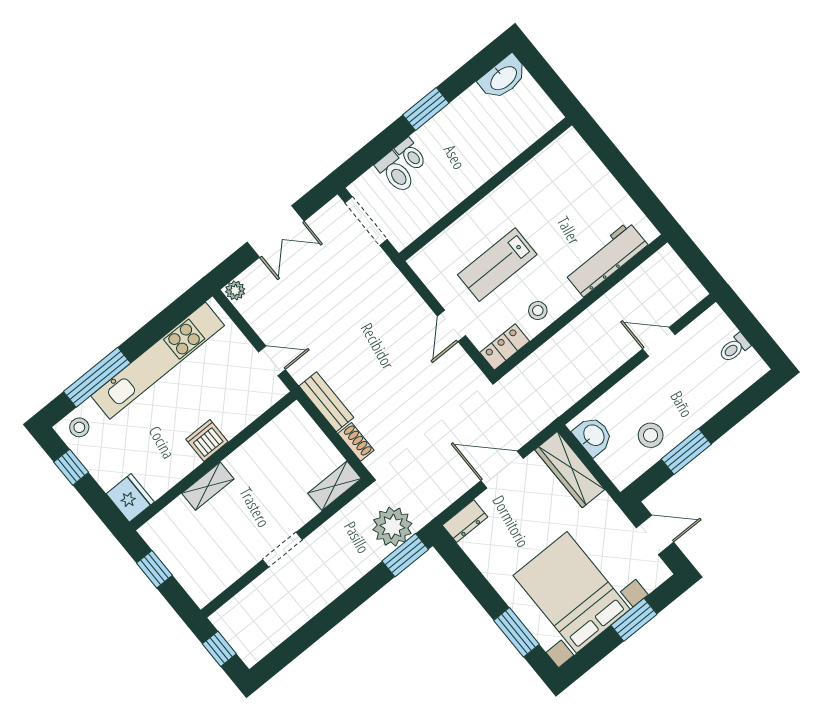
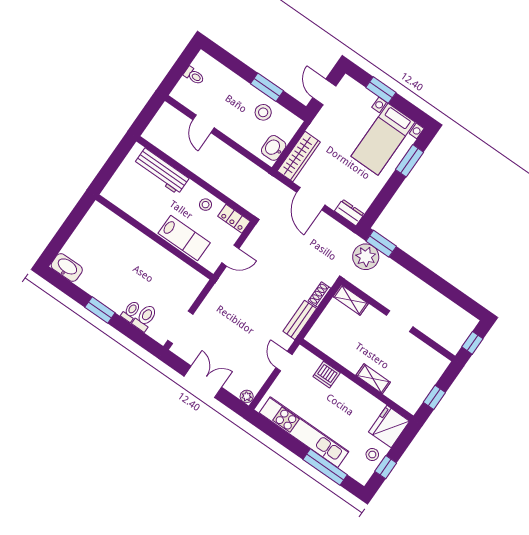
wall: (485, 189) -> (154, 237), moved
stool: (79, 427) -> (372, 455), moved
dishwasher: (207, 440) -> (327, 375), moved
fridge: (130, 498) -> (389, 427), width x1.36, depth x1.34
bed with nightstands: (572, 592) -> (383, 139), width x0.73

